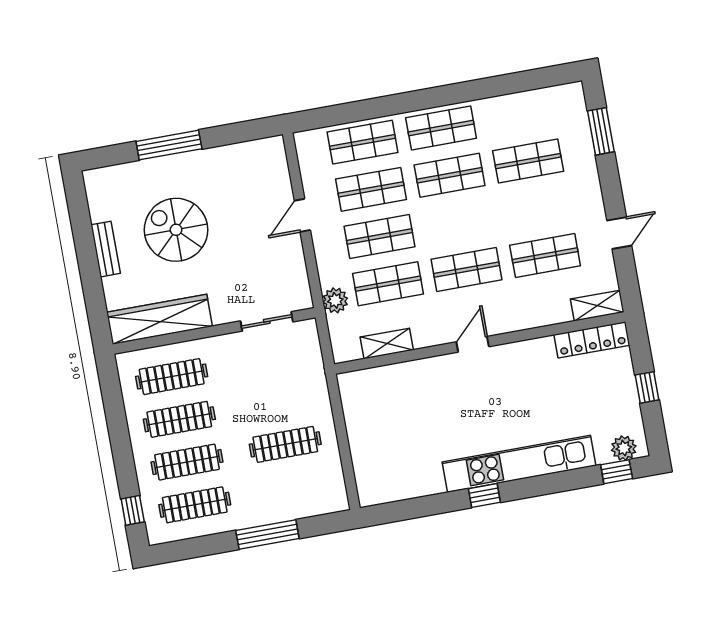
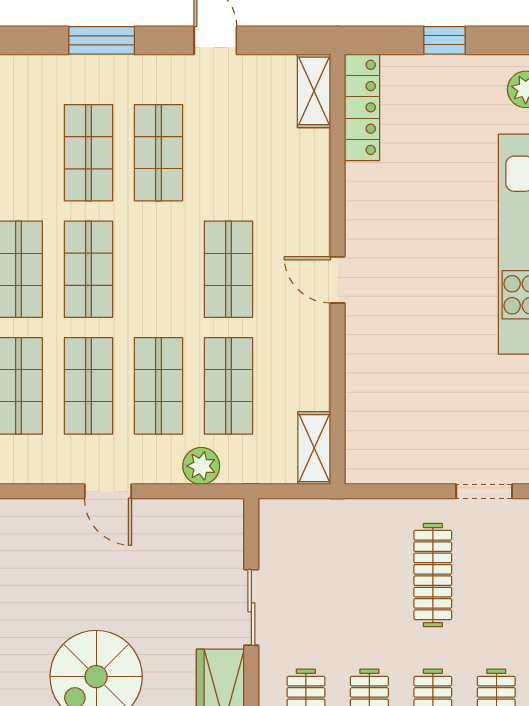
window: (601, 131) -> (102, 40), moved
shop shelf: (545, 255) -> (158, 153), moved
plant: (335, 300) -> (201, 466), moved
sliding door: (267, 321) -> (251, 607), moved
shelving: (387, 344) -> (314, 448), moved
doorway: (348, 469) -> (484, 491), added

